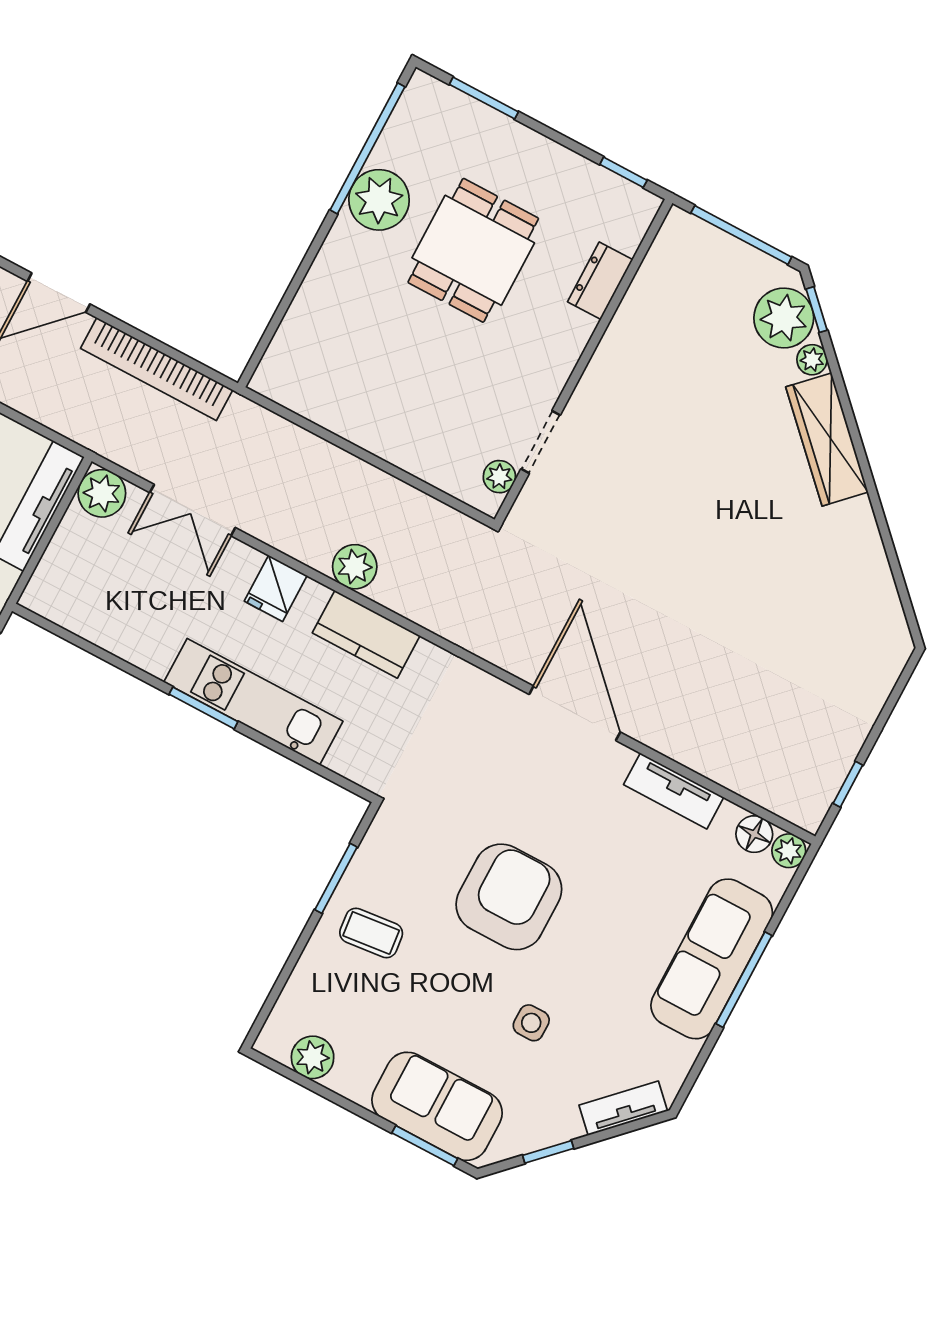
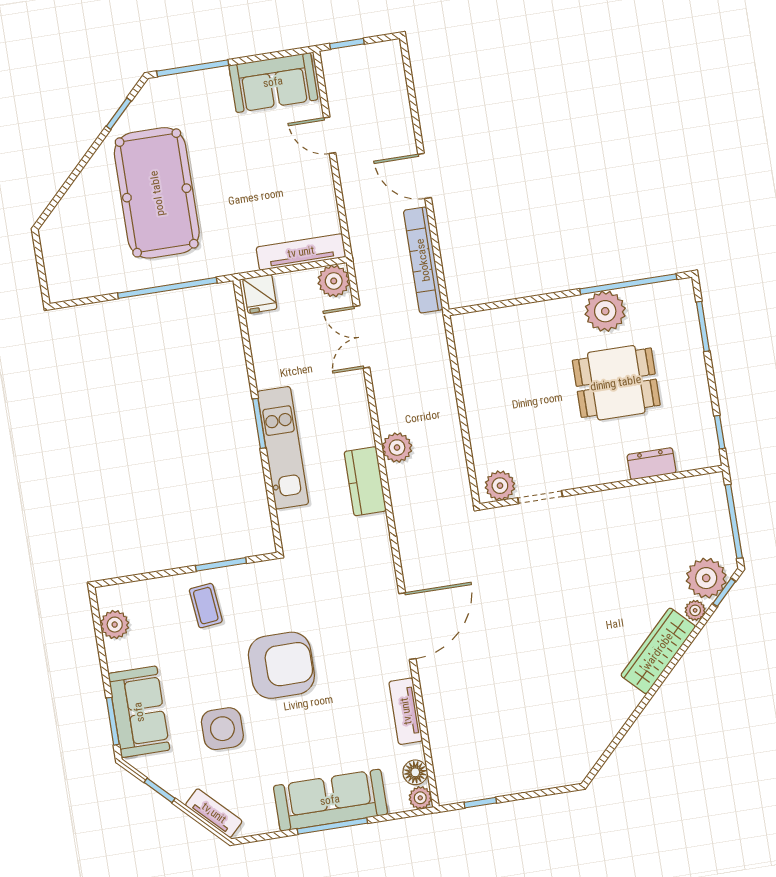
plant: (499, 477) -> (500, 486), width x1.38, depth x1.38
fridge: (276, 588) -> (260, 294), moved, turned -90
side table: (531, 1023) -> (222, 729), width x1.87, depth x1.87

